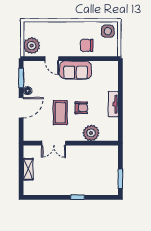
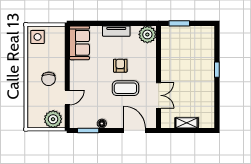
chair: (87, 45) -> (49, 79), moved
sofa: (76, 70) -> (79, 43), moved
door: (21, 108) -> (135, 130), moved
plant: (91, 133) -> (147, 34), moved
window: (120, 179) -> (179, 23), moved

